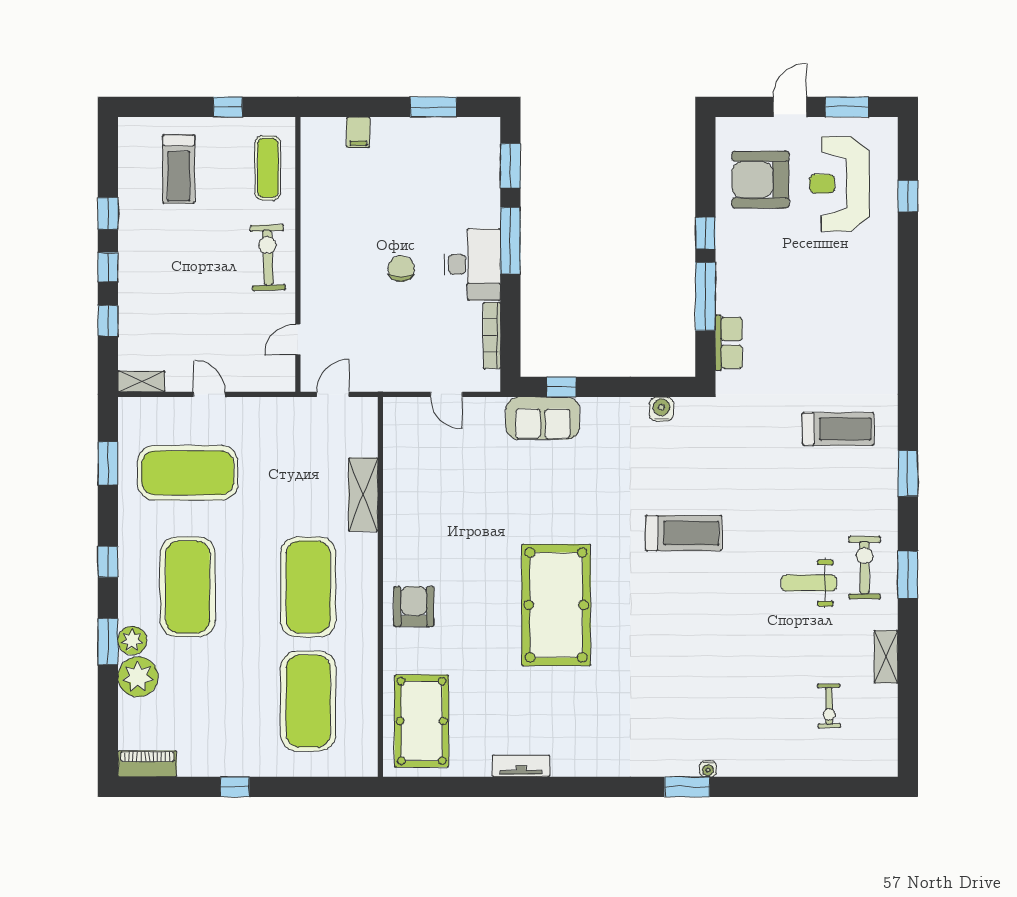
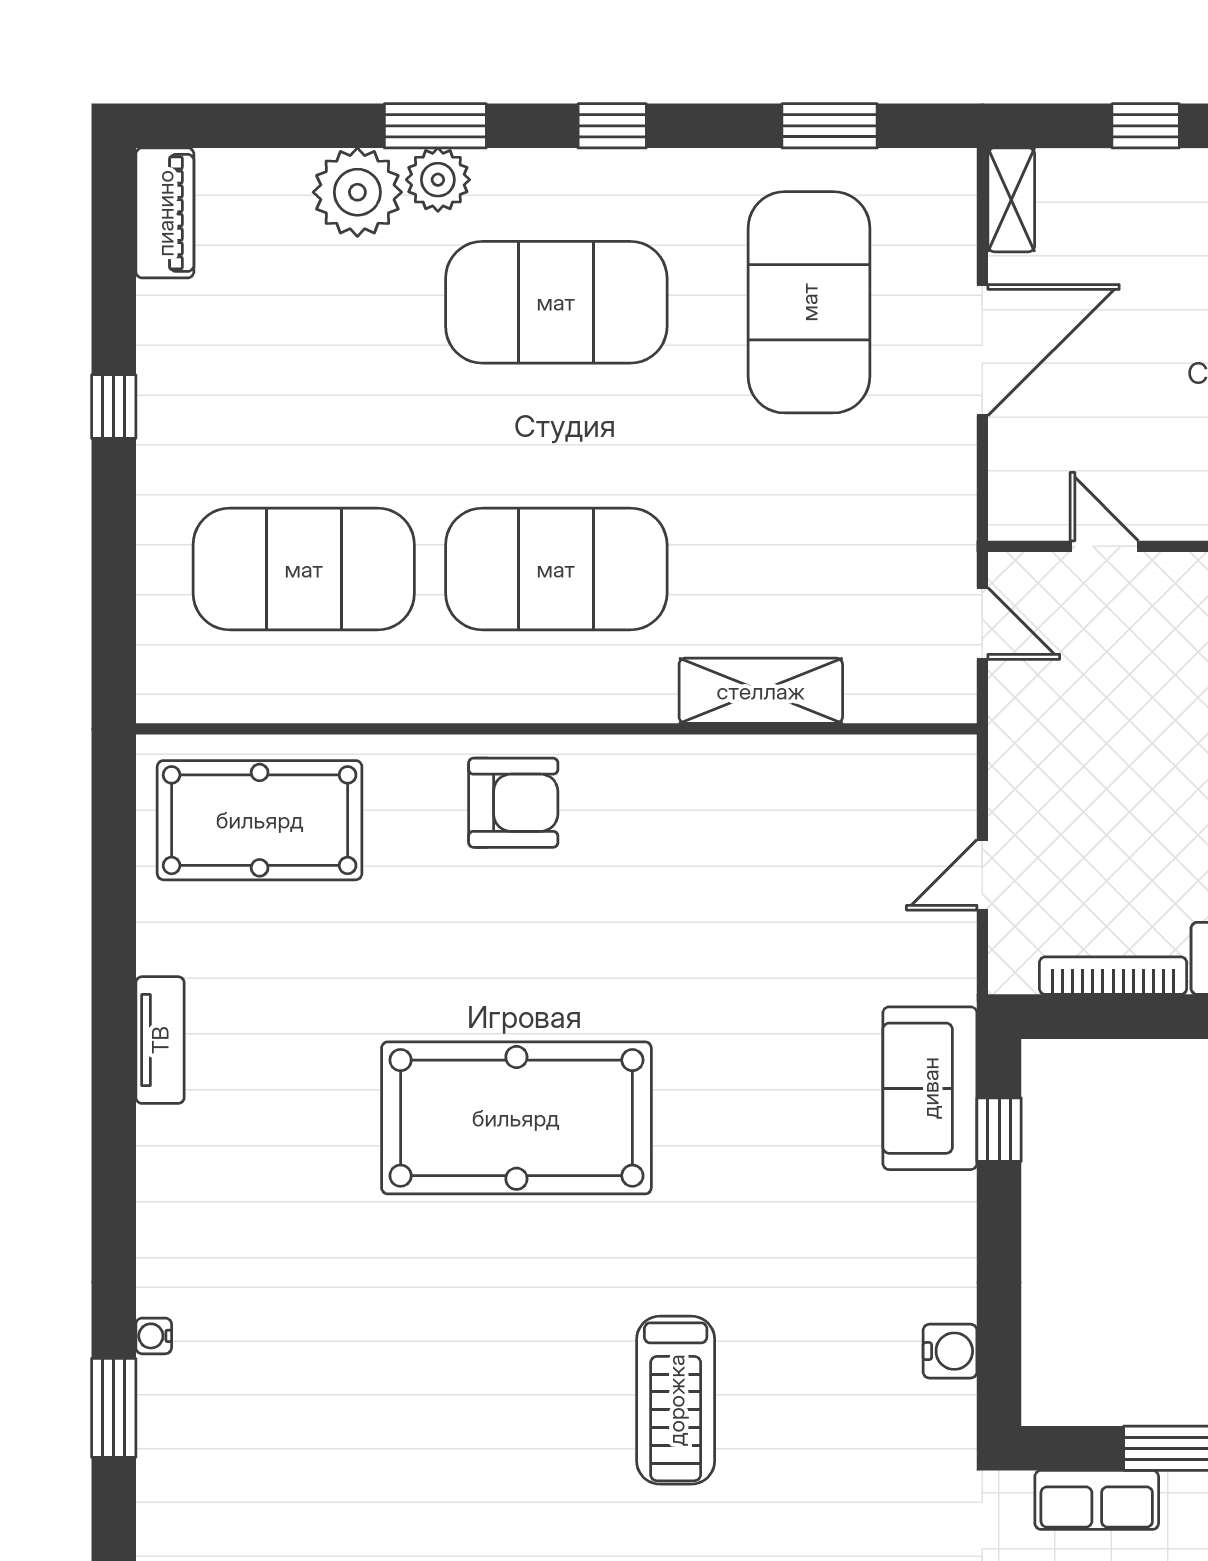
door: (209, 394) -> (982, 350), width x1.88
water cooler: (708, 769) -> (154, 1336), moved

